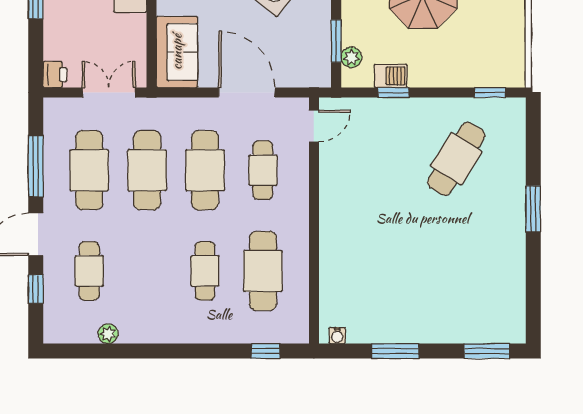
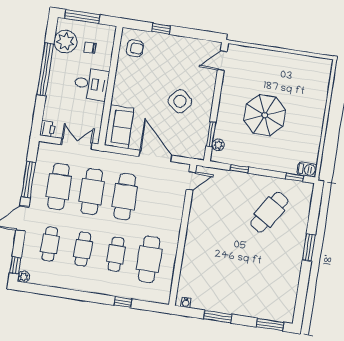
barbecue: (391, 76) -> (307, 169), moved
cafe table: (263, 170) -> (83, 249), moved
window: (36, 289) -> (15, 265), moved
plant: (108, 334) -> (24, 277), moved
window: (266, 351) -> (123, 302), moved

